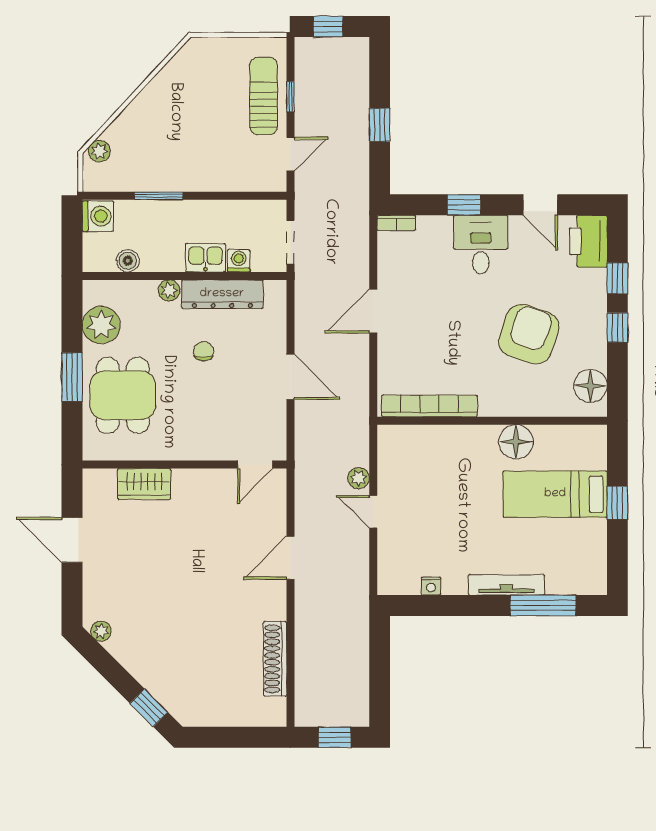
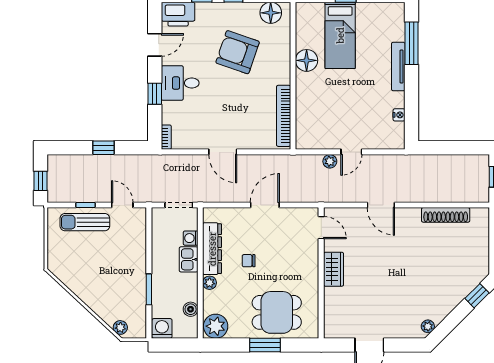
plant: (101, 325) -> (216, 326), moved
wardrobe: (144, 484) -> (334, 269), moved

